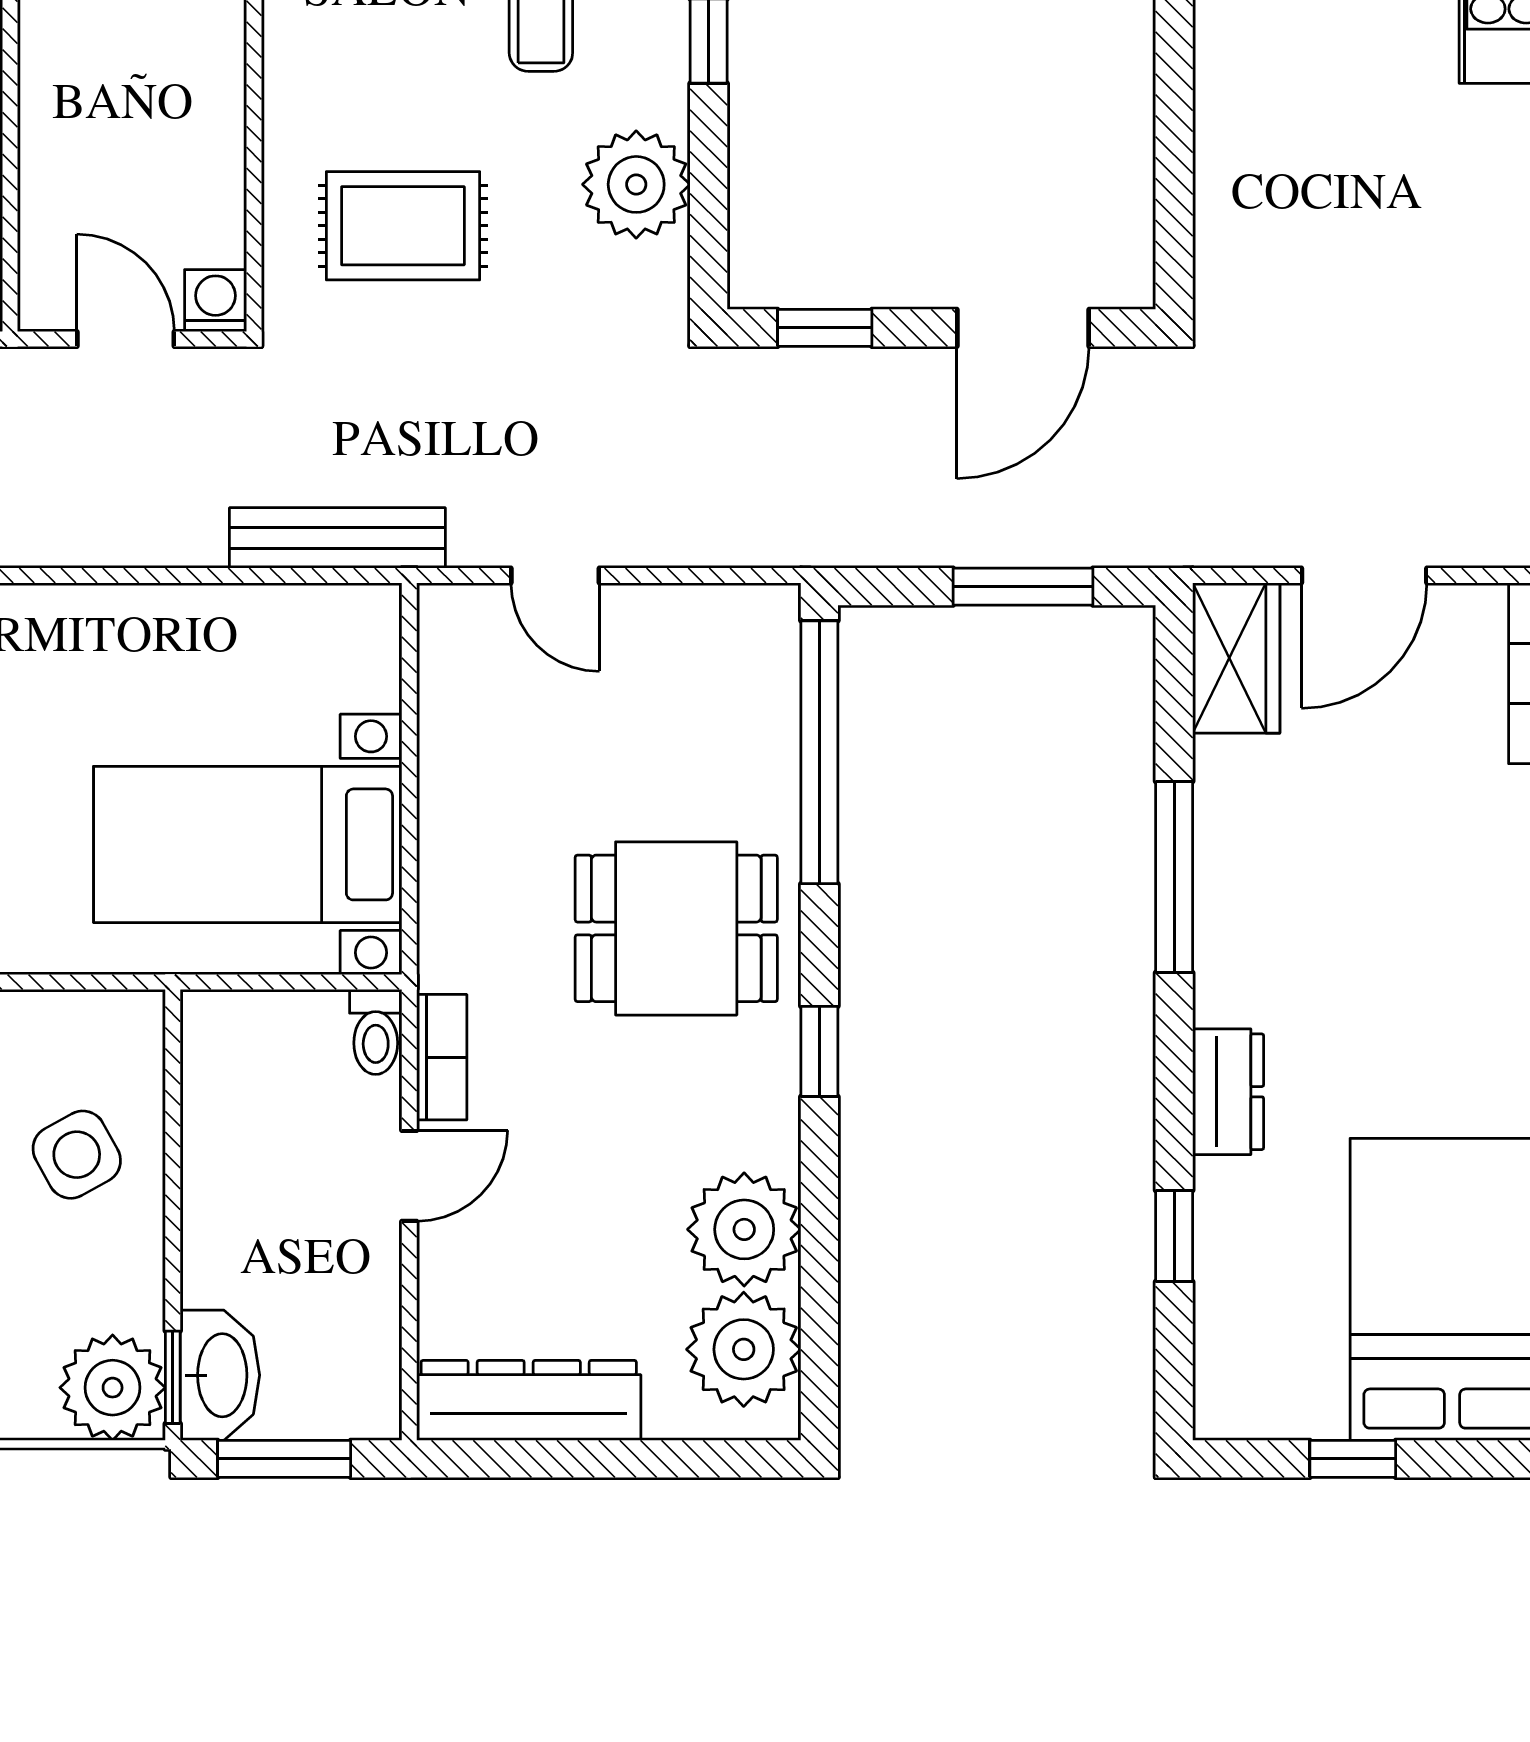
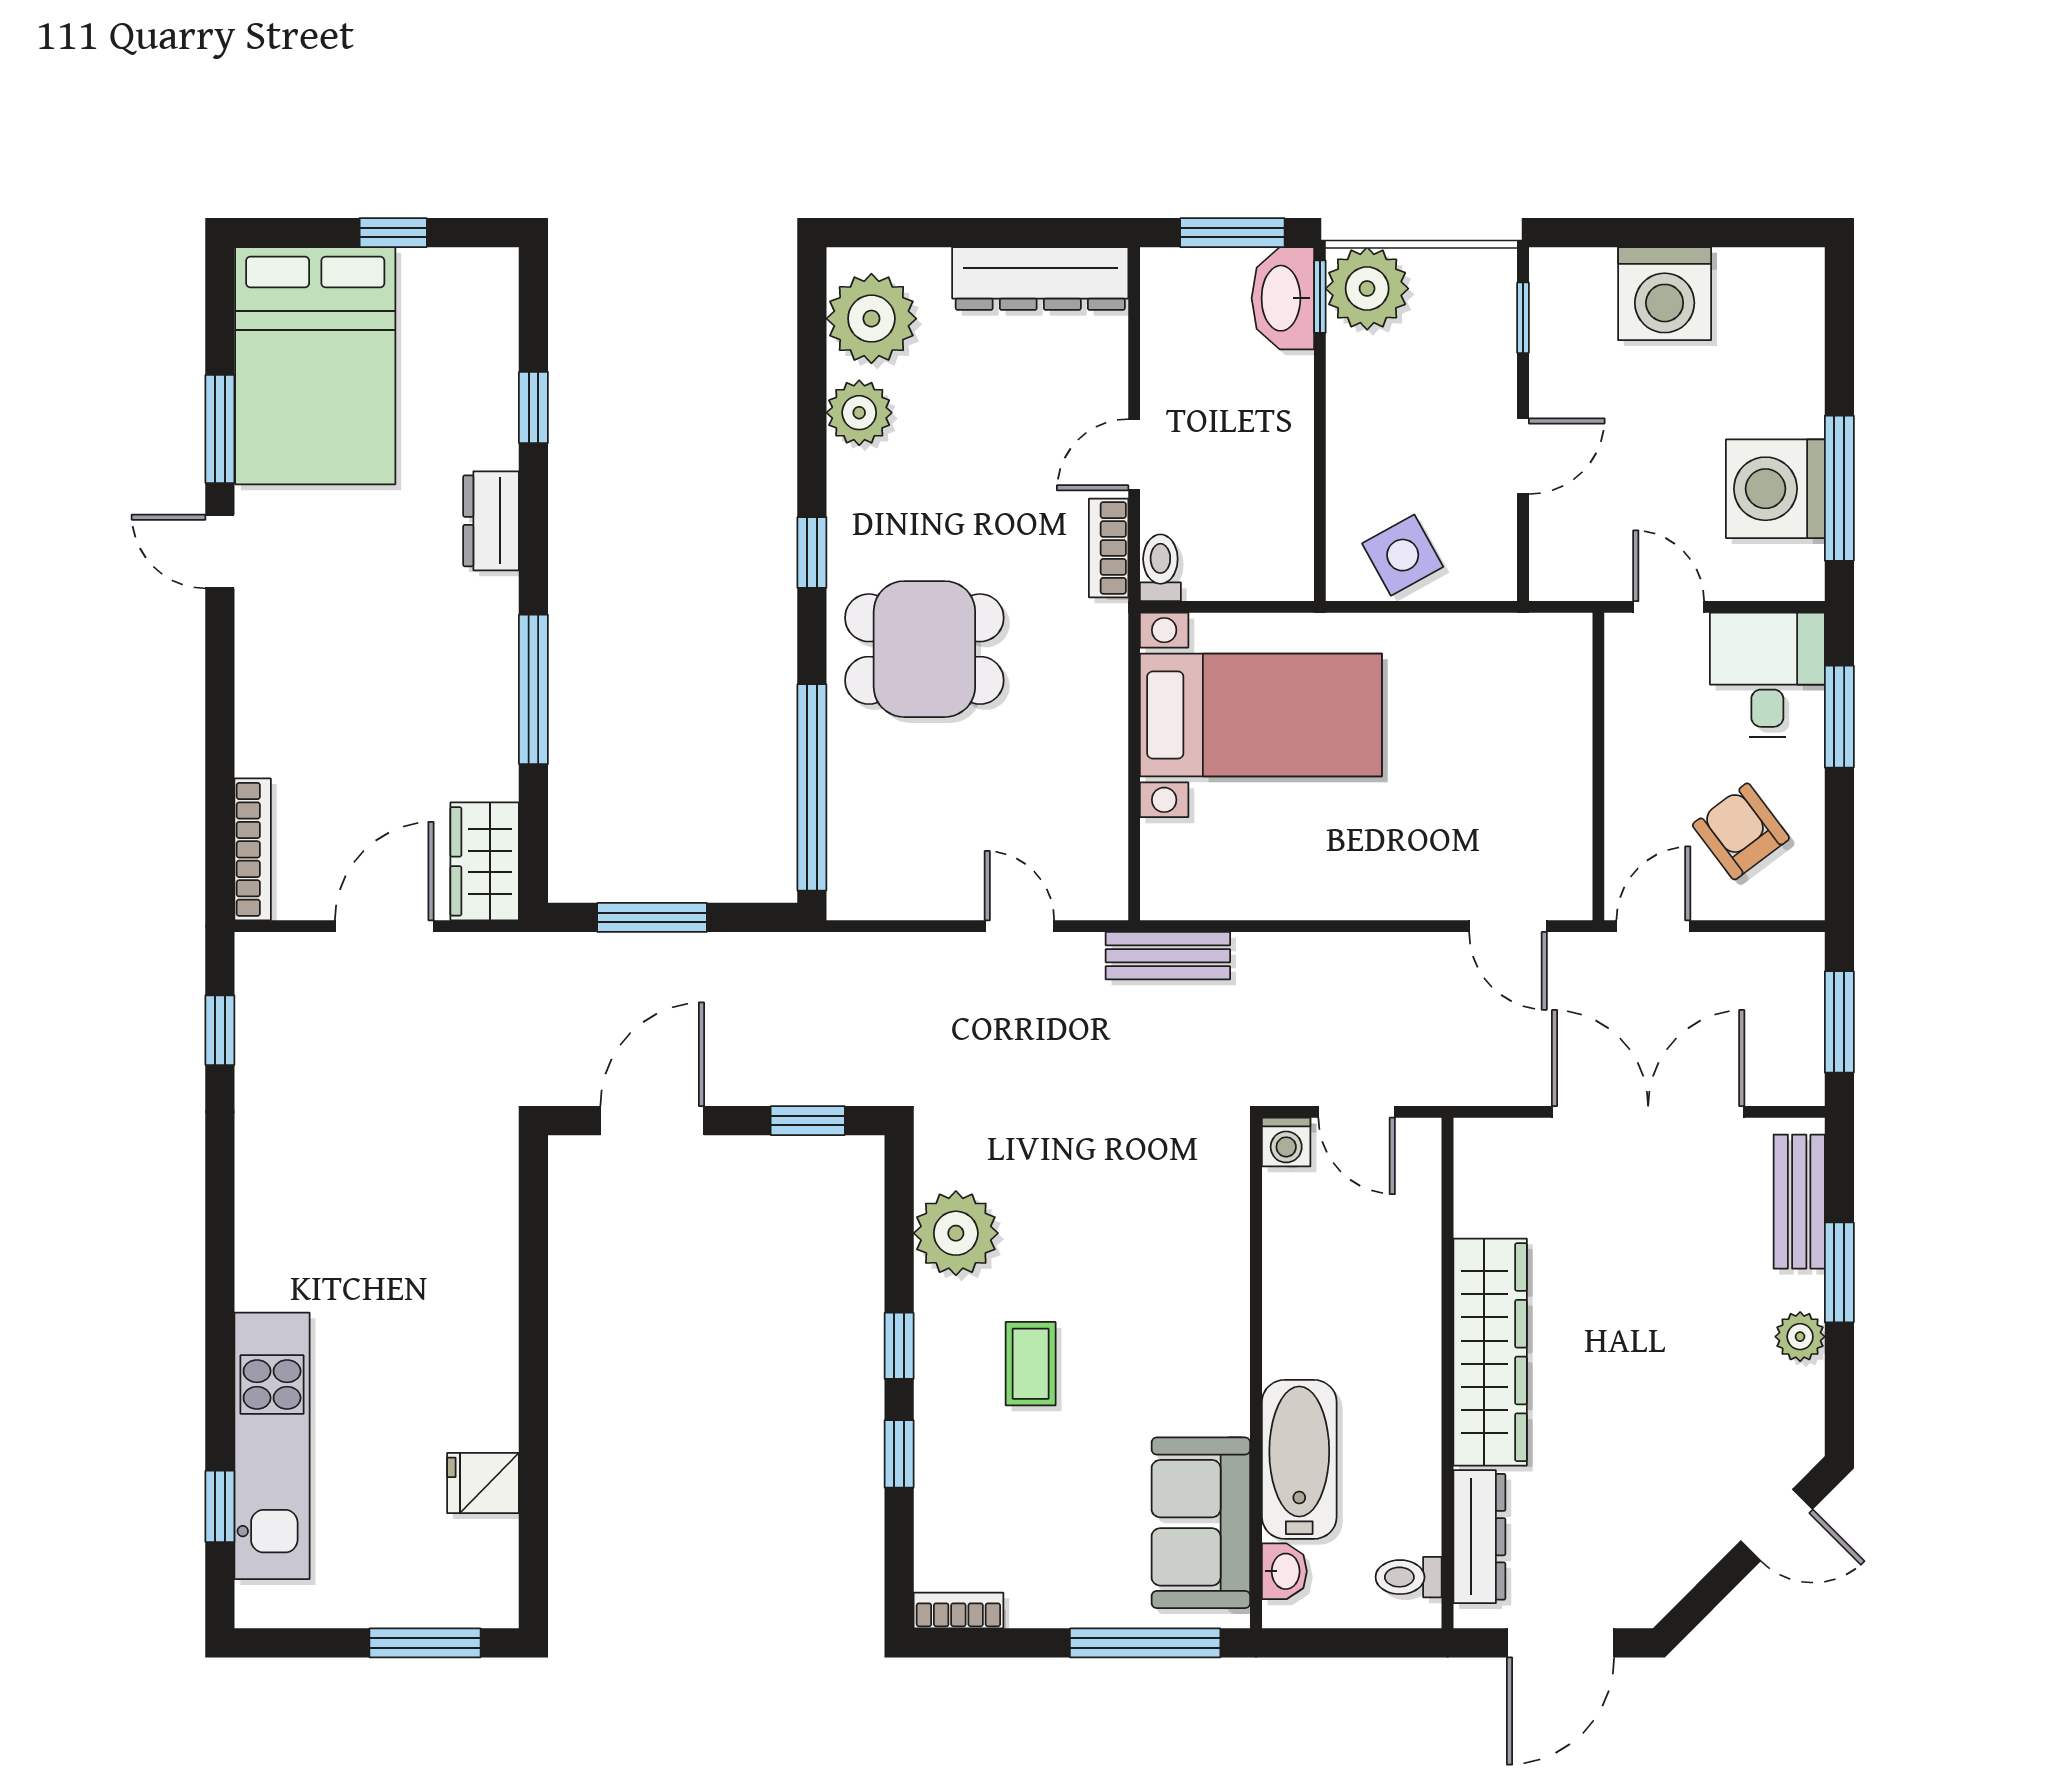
rug: (403, 226) -> (1139, 1201), removed
bench: (337, 538) -> (1168, 956), width x0.73
side table: (77, 1155) -> (1403, 555), moved
plant: (744, 1229) -> (859, 413), width x0.73, depth x0.73

